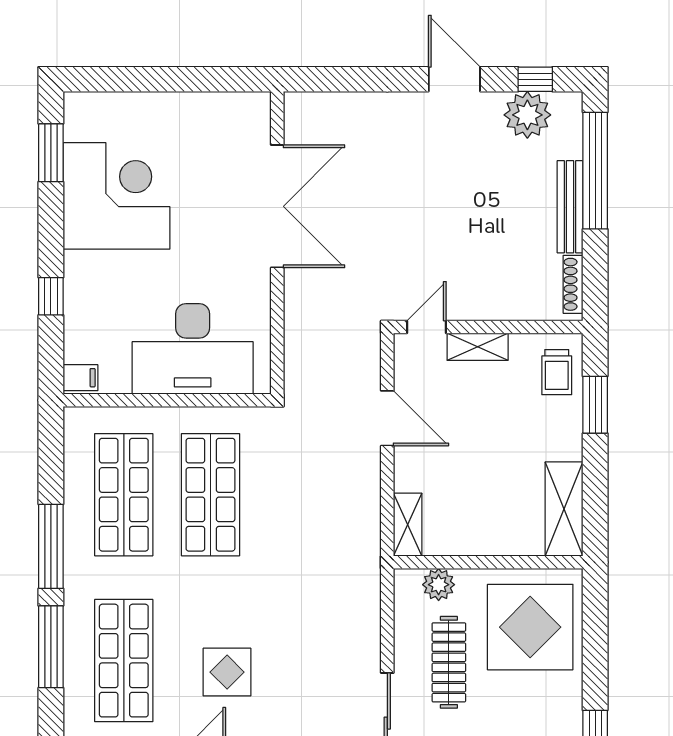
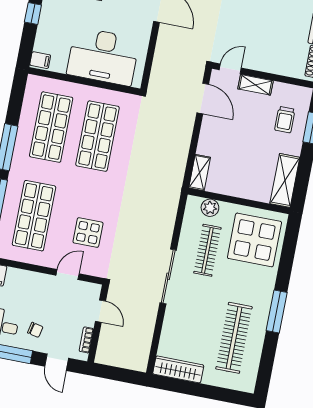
trolley: (557, 372) -> (285, 120), moved
door: (387, 418) -> (203, 98), moved

